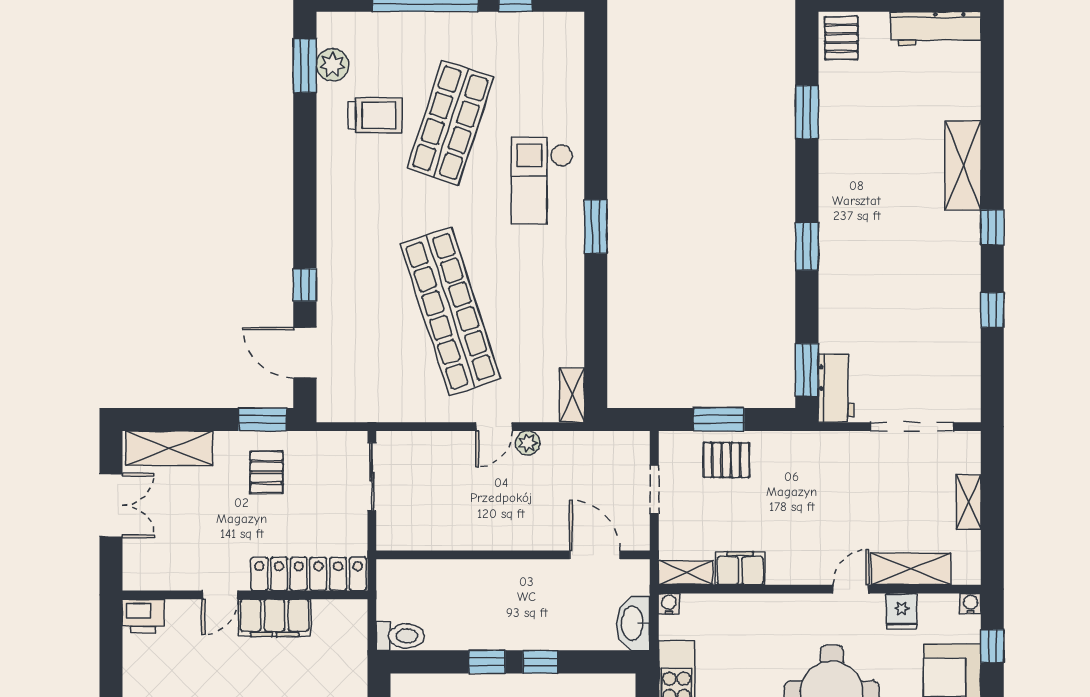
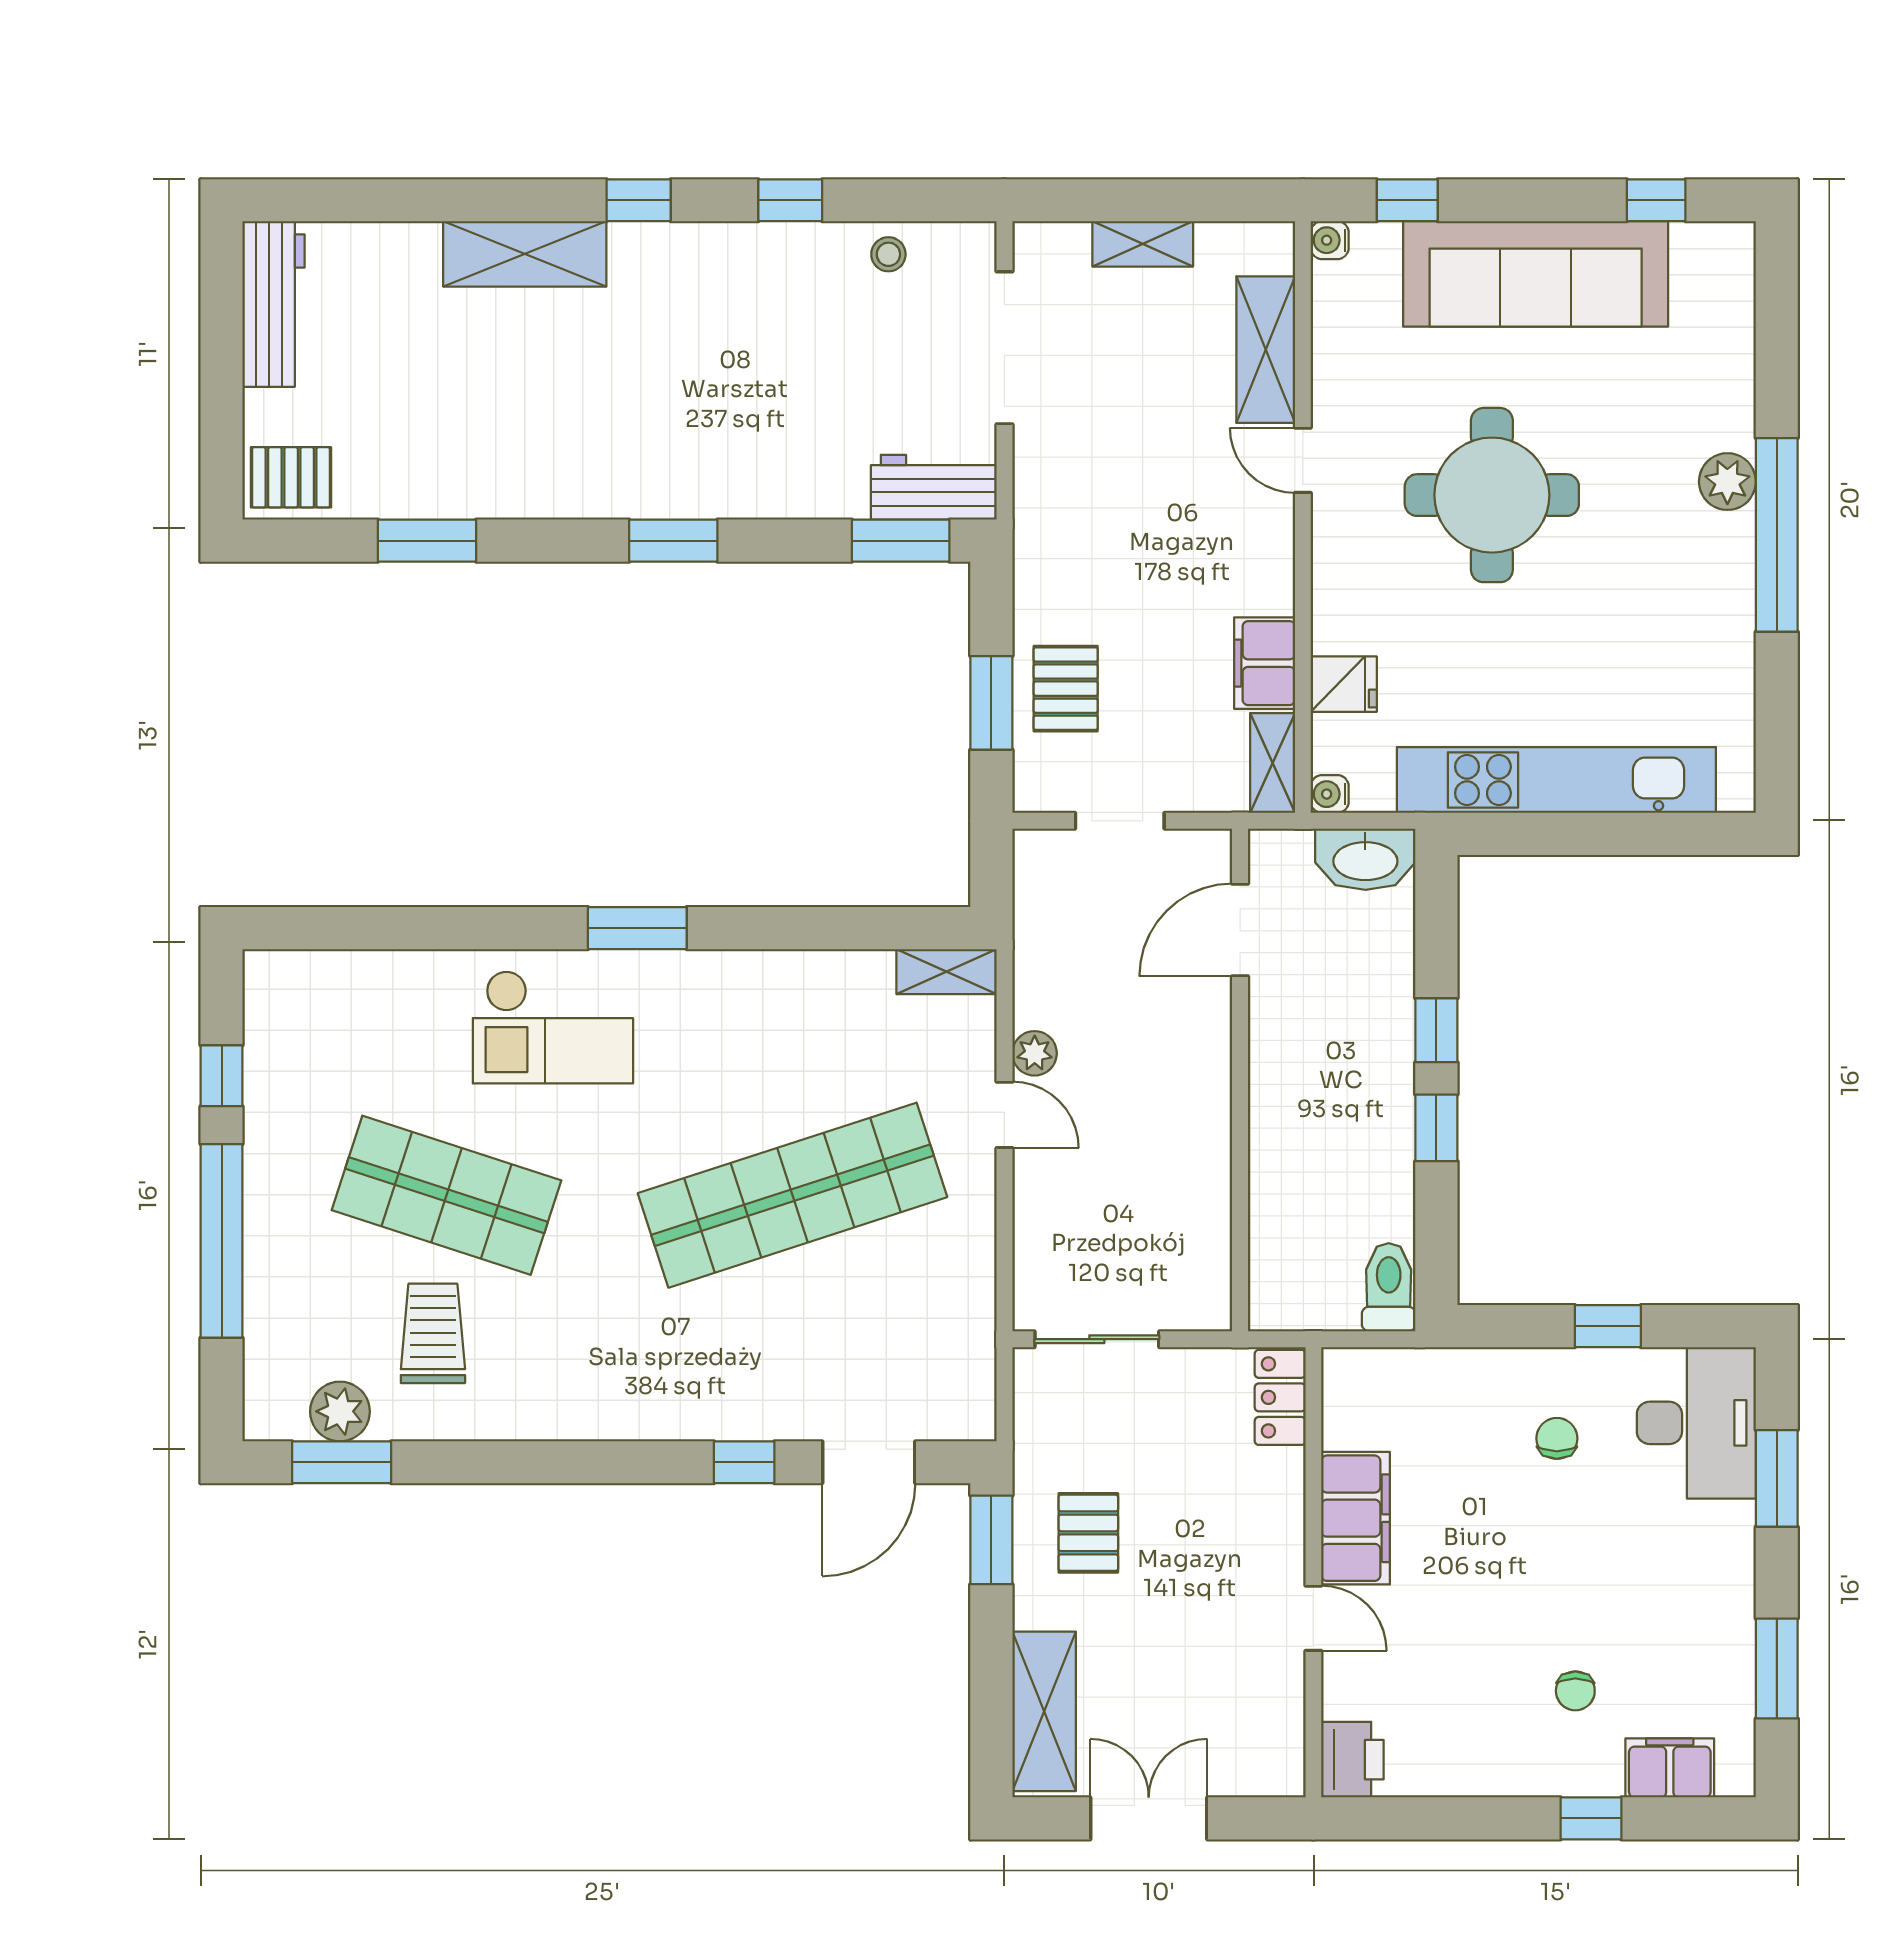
stool: (963, 363) -> (888, 254), added
pallet: (266, 472) -> (1088, 1533), turned 90
locker: (309, 574) -> (1280, 1397), width x0.46, depth x0.83
fridge: (902, 611) -> (1344, 684), moved

